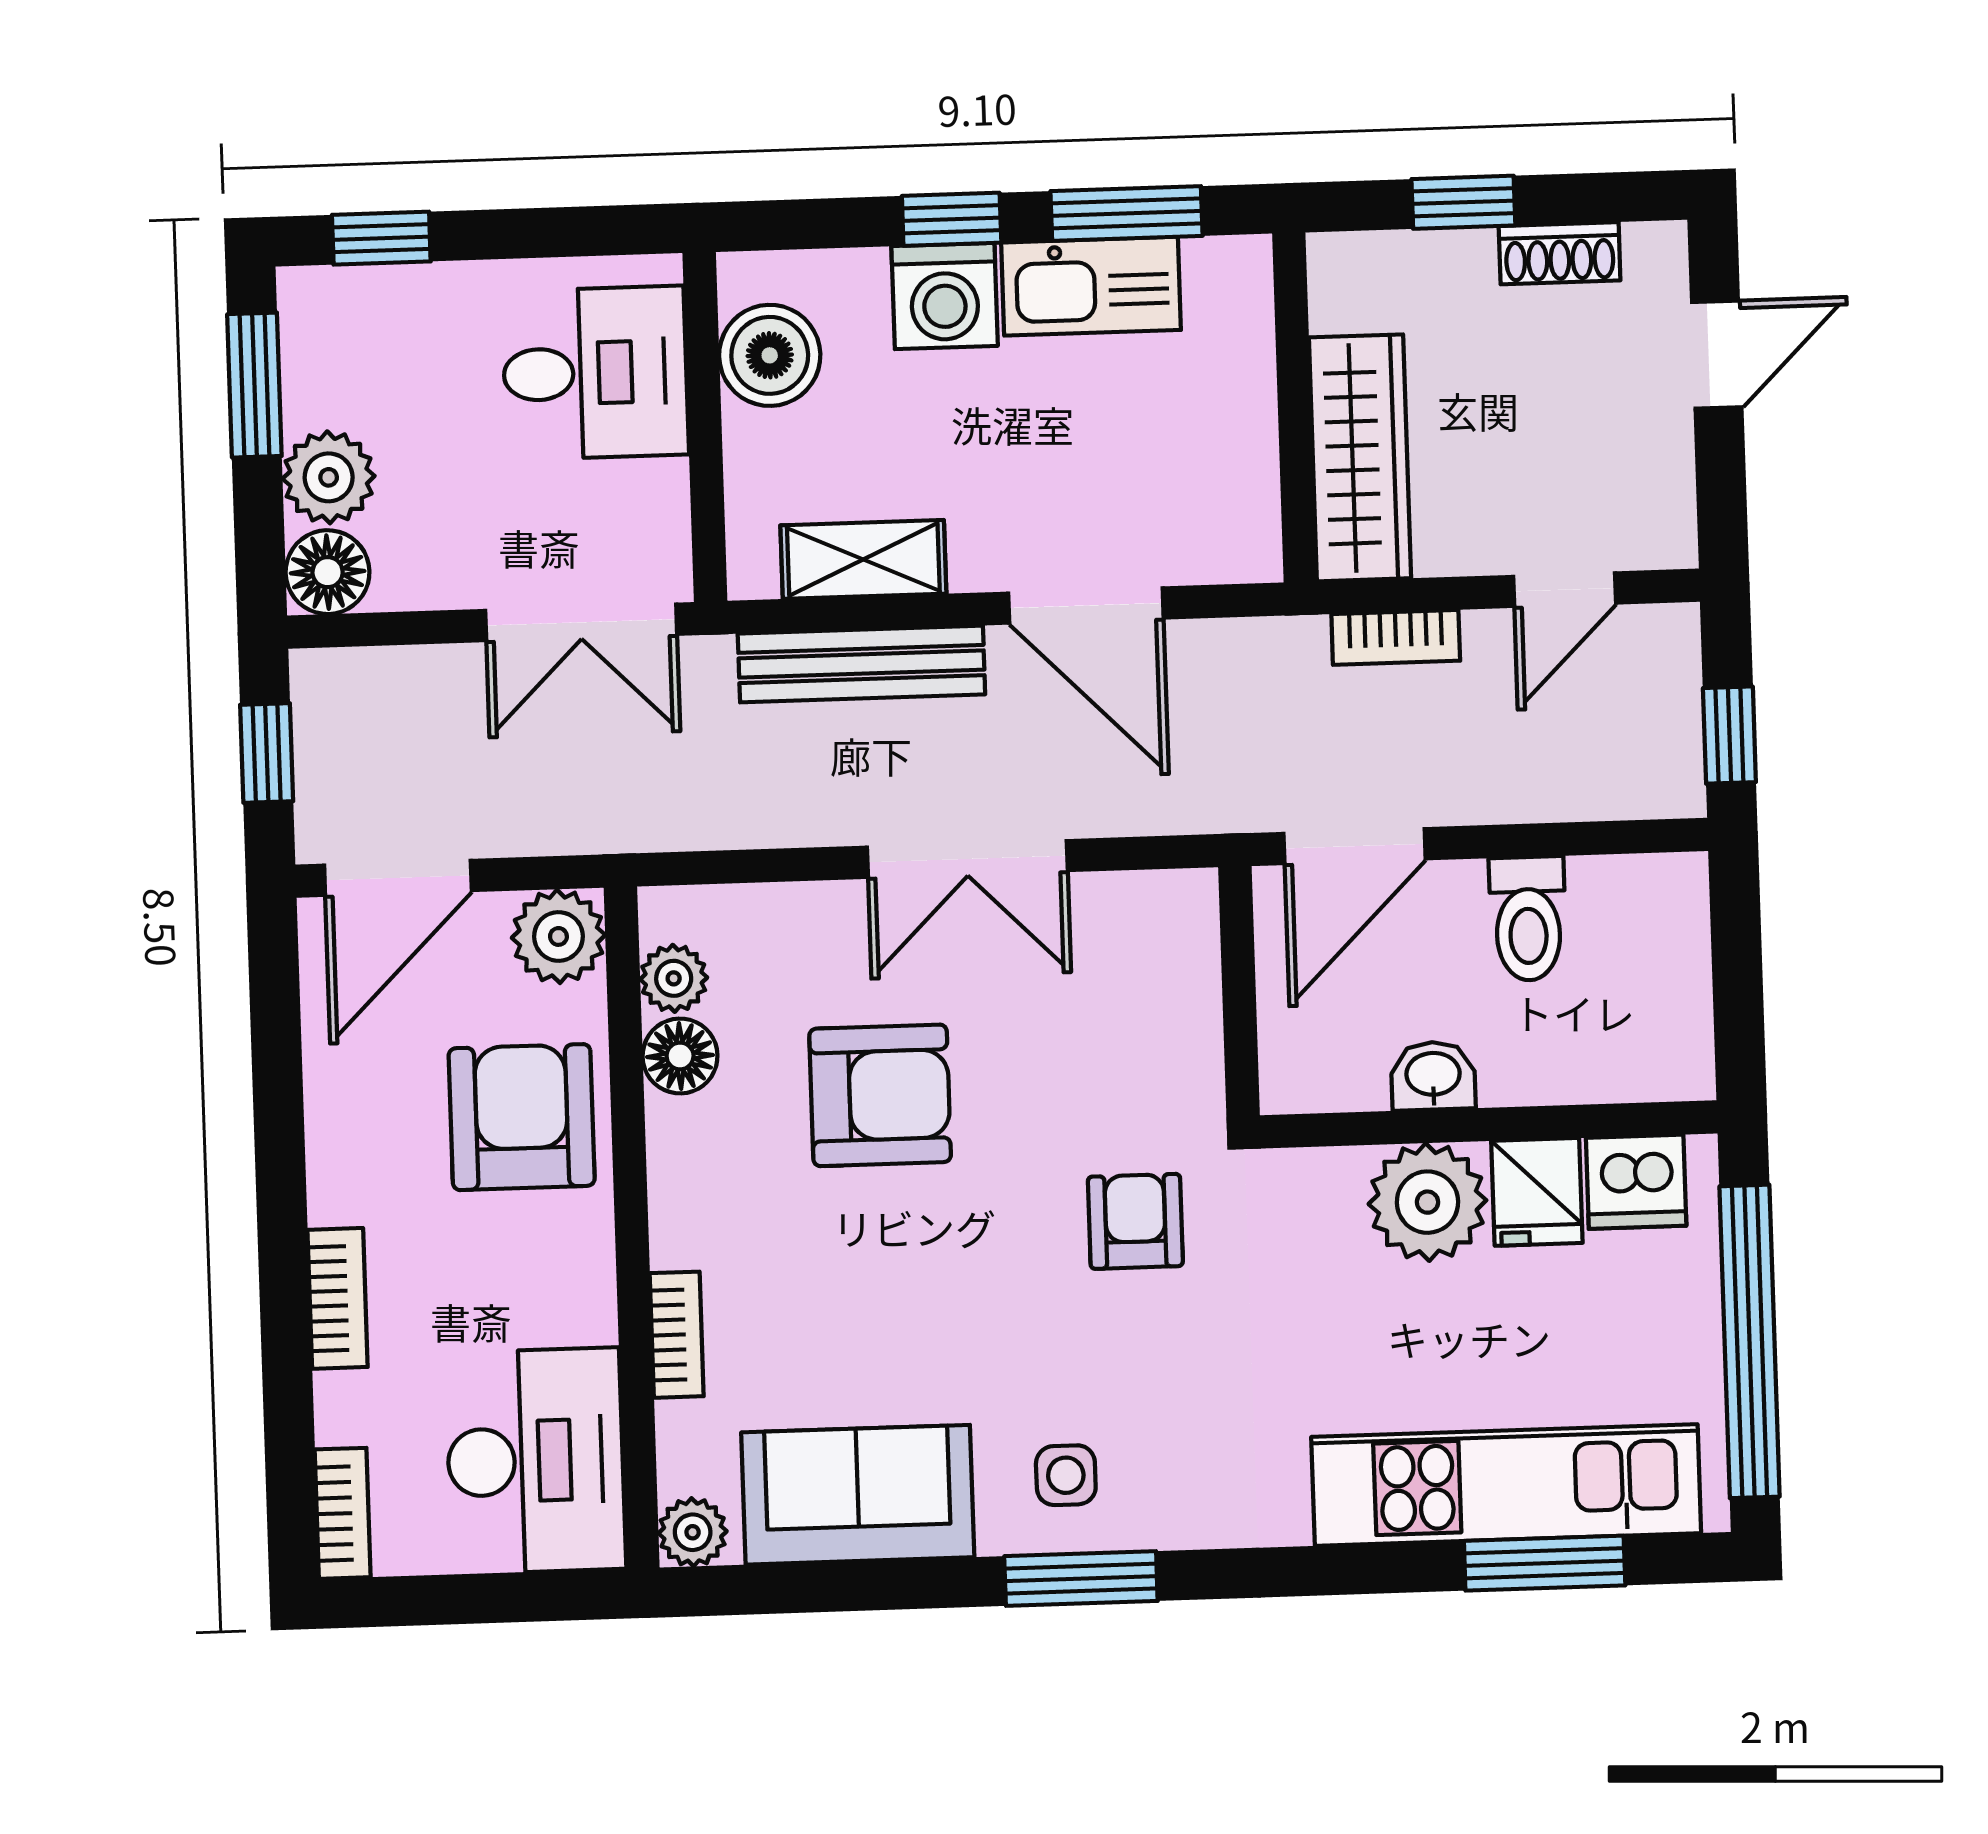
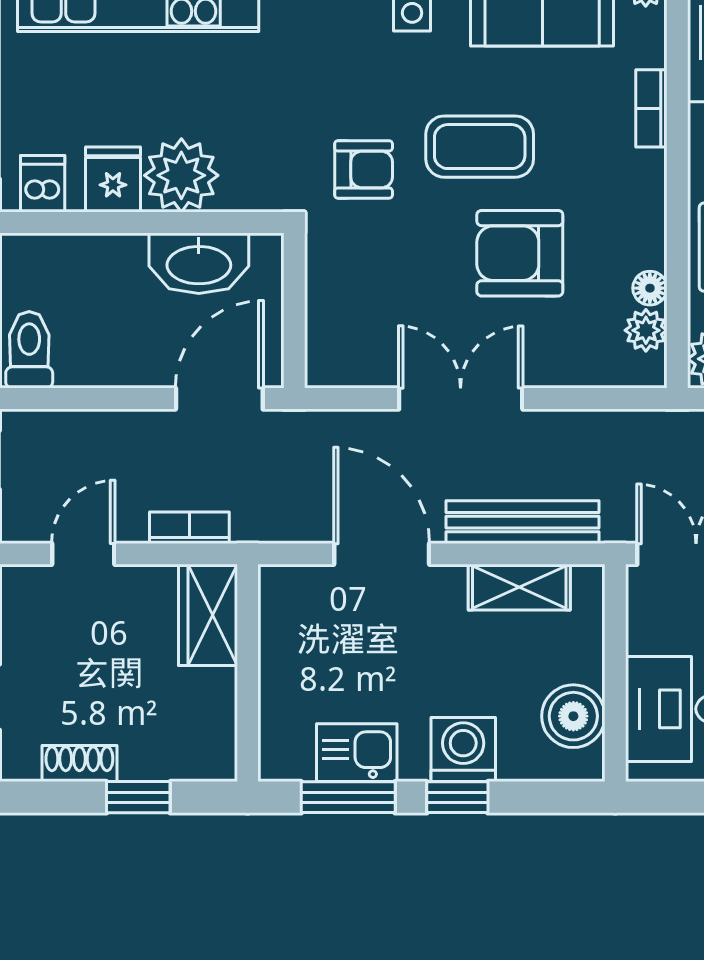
kitchen sink: (1091, 286) -> (357, 753), width x0.73
wardrobe: (1360, 458) -> (208, 615), width x0.67
toilet: (1528, 919) -> (29, 350), moved
floor lamp: (680, 1056) -> (650, 288), width x0.73, depth x0.73
washbasin: (1433, 1076) -> (199, 263), width x1.91, depth x1.45
dishwasher: (1636, 1182) -> (43, 184), width x0.73
armchair: (1135, 1221) -> (364, 169), turned -90
coffee table: (950, 1264) -> (480, 147), added

